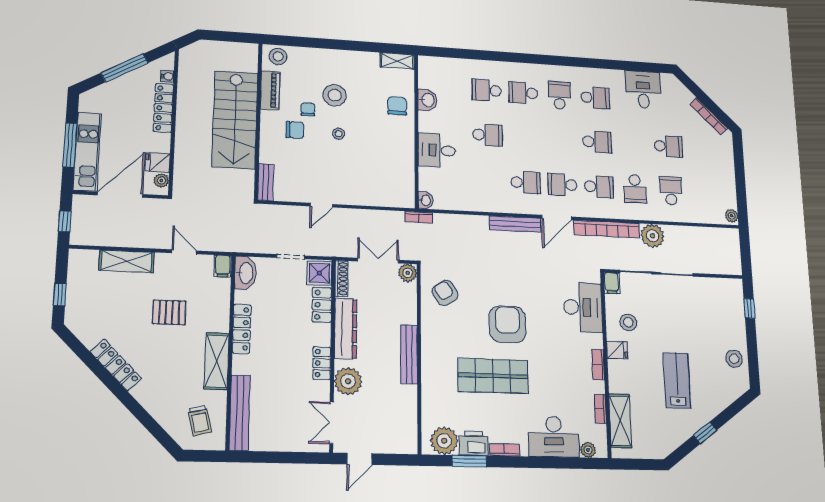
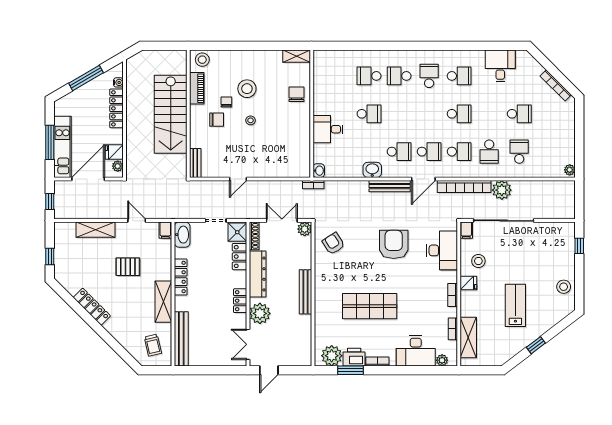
washbasin: (428, 100) -> (372, 170), moved, turned -90
school desk: (562, 185) -> (429, 152), turned 180
armchair: (507, 324) -> (394, 244), moved

